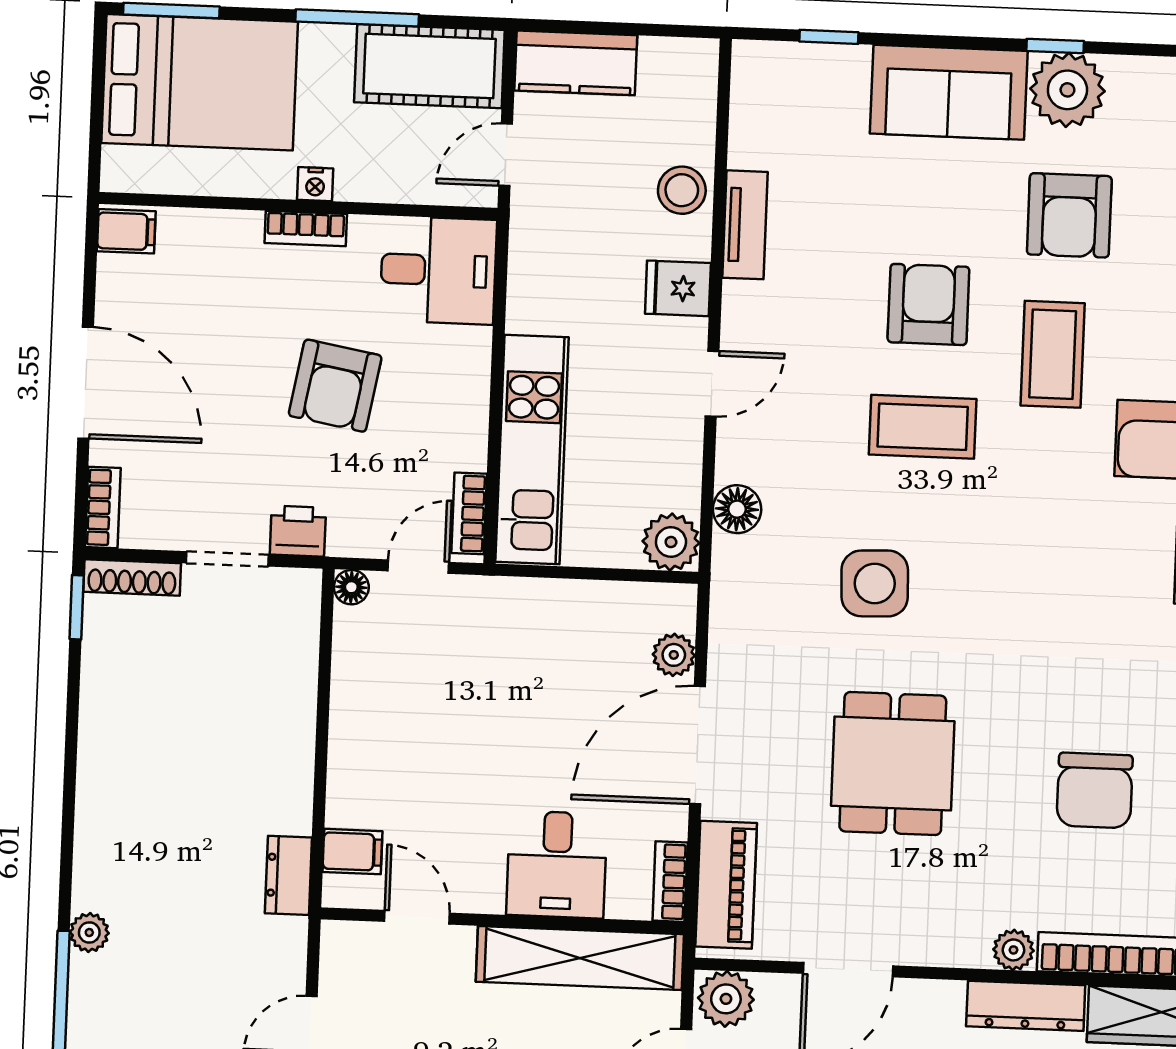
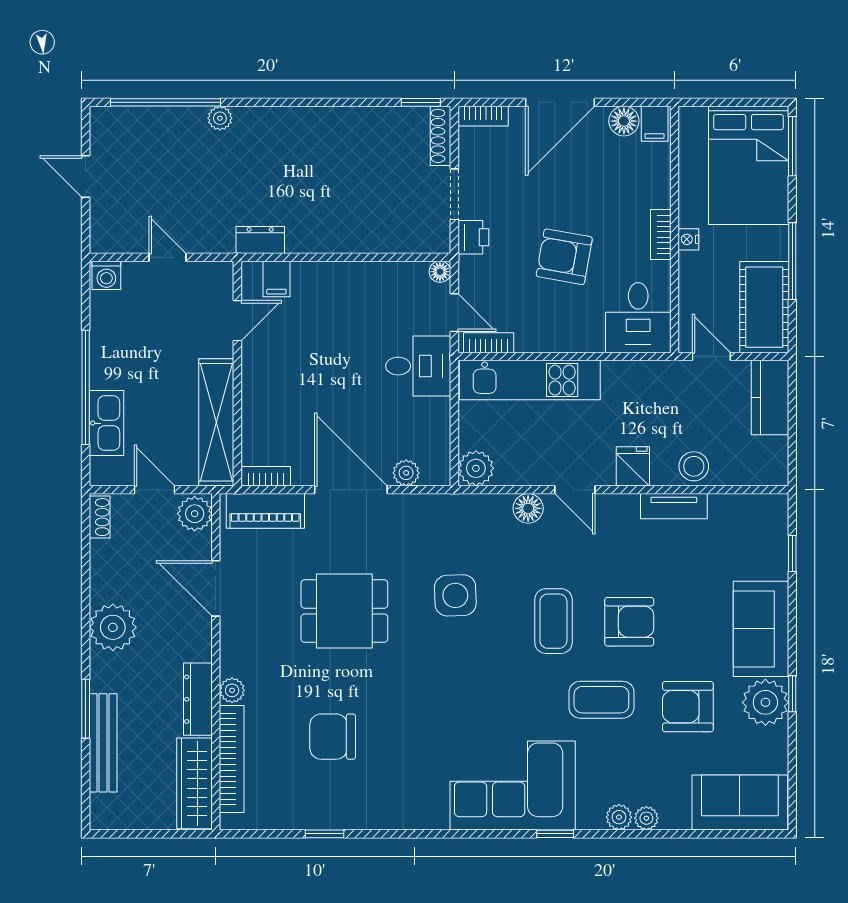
floor lamp: (120, 281) -> (624, 121), added
floor lamp: (737, 509) -> (528, 508), moved
desk: (557, 864) -> (418, 366), moved, turned 180

